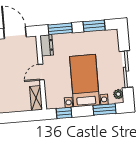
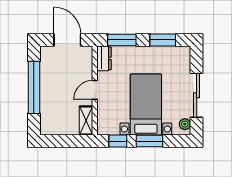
window: (104, 109) -> (149, 141), moved

